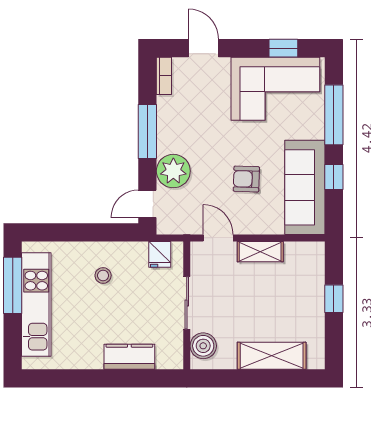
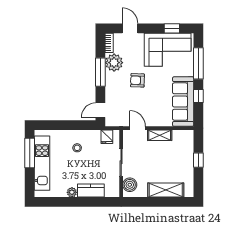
plant: (173, 171) -> (114, 63), moved
armchair: (246, 179) -> (137, 80), moved
plant: (93, 360) -> (72, 192), added

